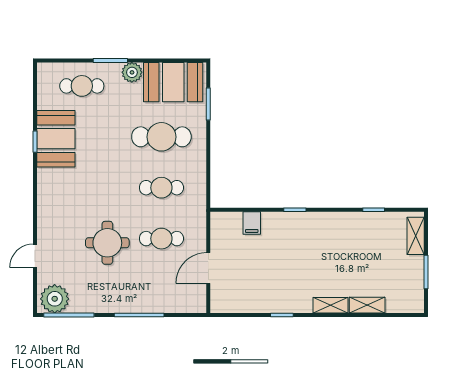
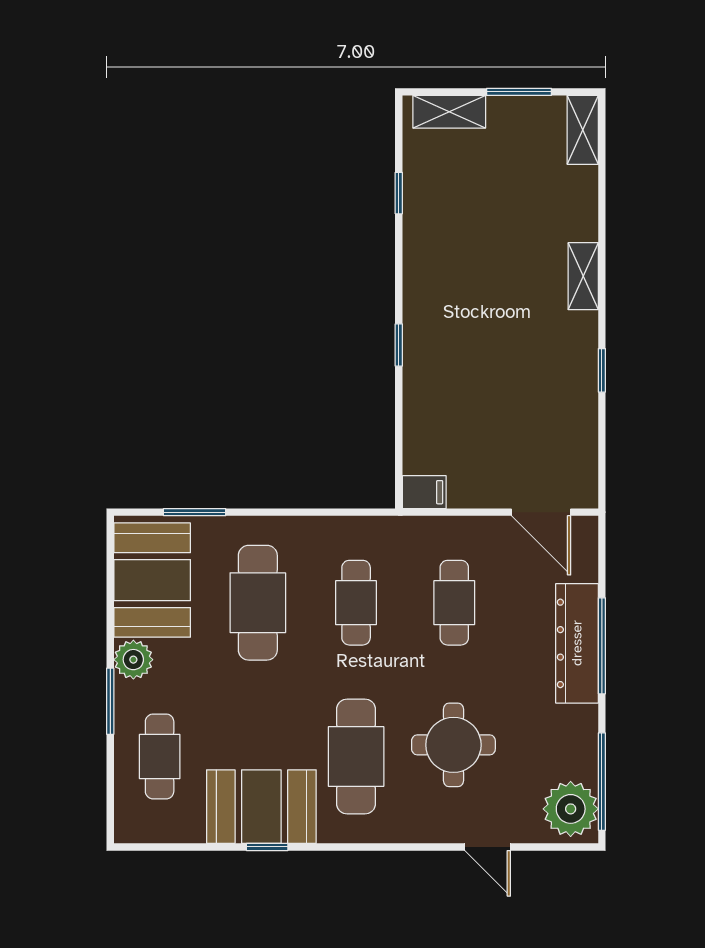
cafe table: (82, 188) -> (356, 756), added
filing cabinet: (252, 223) -> (424, 492), moved
round table: (107, 243) -> (453, 745), moved
door: (208, 268) -> (541, 512), moved
dresser: (140, 302) -> (577, 643), added
shelving: (367, 305) -> (583, 130), moved

